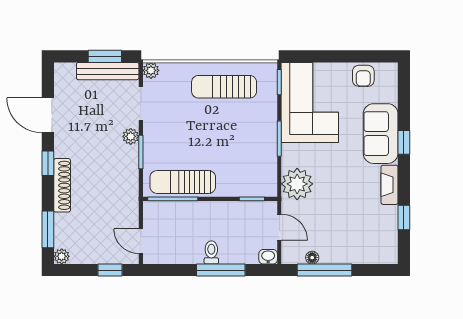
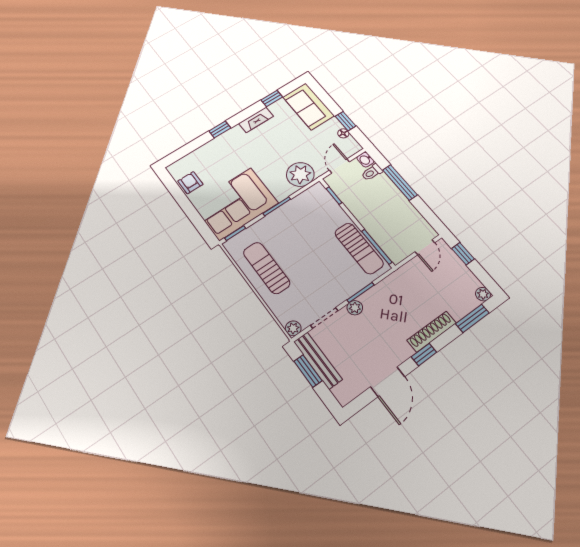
armchair: (363, 76) -> (190, 183), turned -90
sun lounger: (224, 87) -> (267, 268), turned 180
sofa: (381, 134) -> (308, 106), moved, turned 90
toilet: (211, 252) -> (372, 172), moved
window: (324, 270) -> (345, 121), width x0.46

